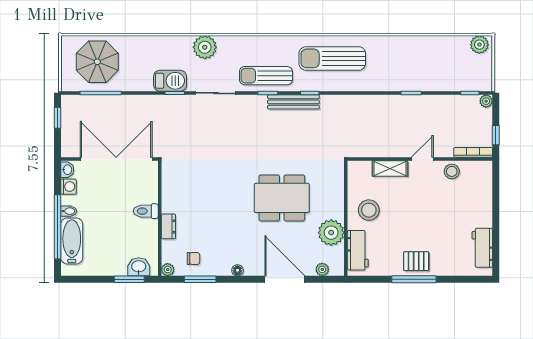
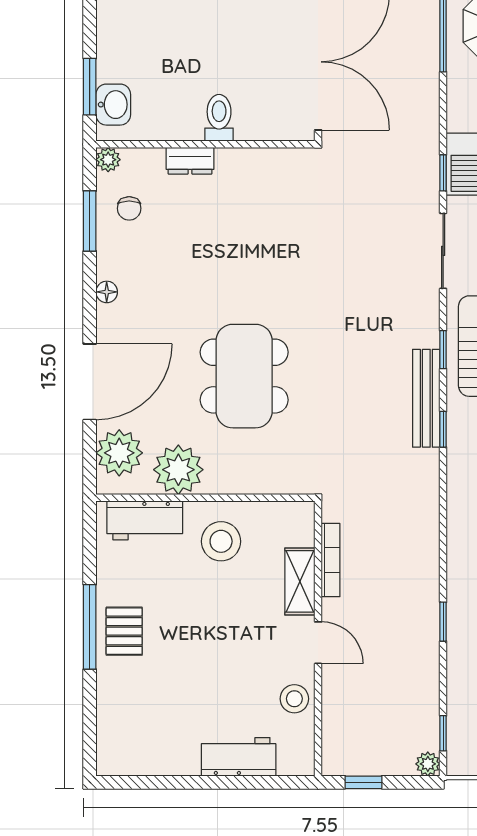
bookcase: (473, 152) -> (331, 560), moved
workbench: (482, 248) -> (239, 757), moved
plant: (322, 269) -> (119, 453), width x1.87, depth x1.87

